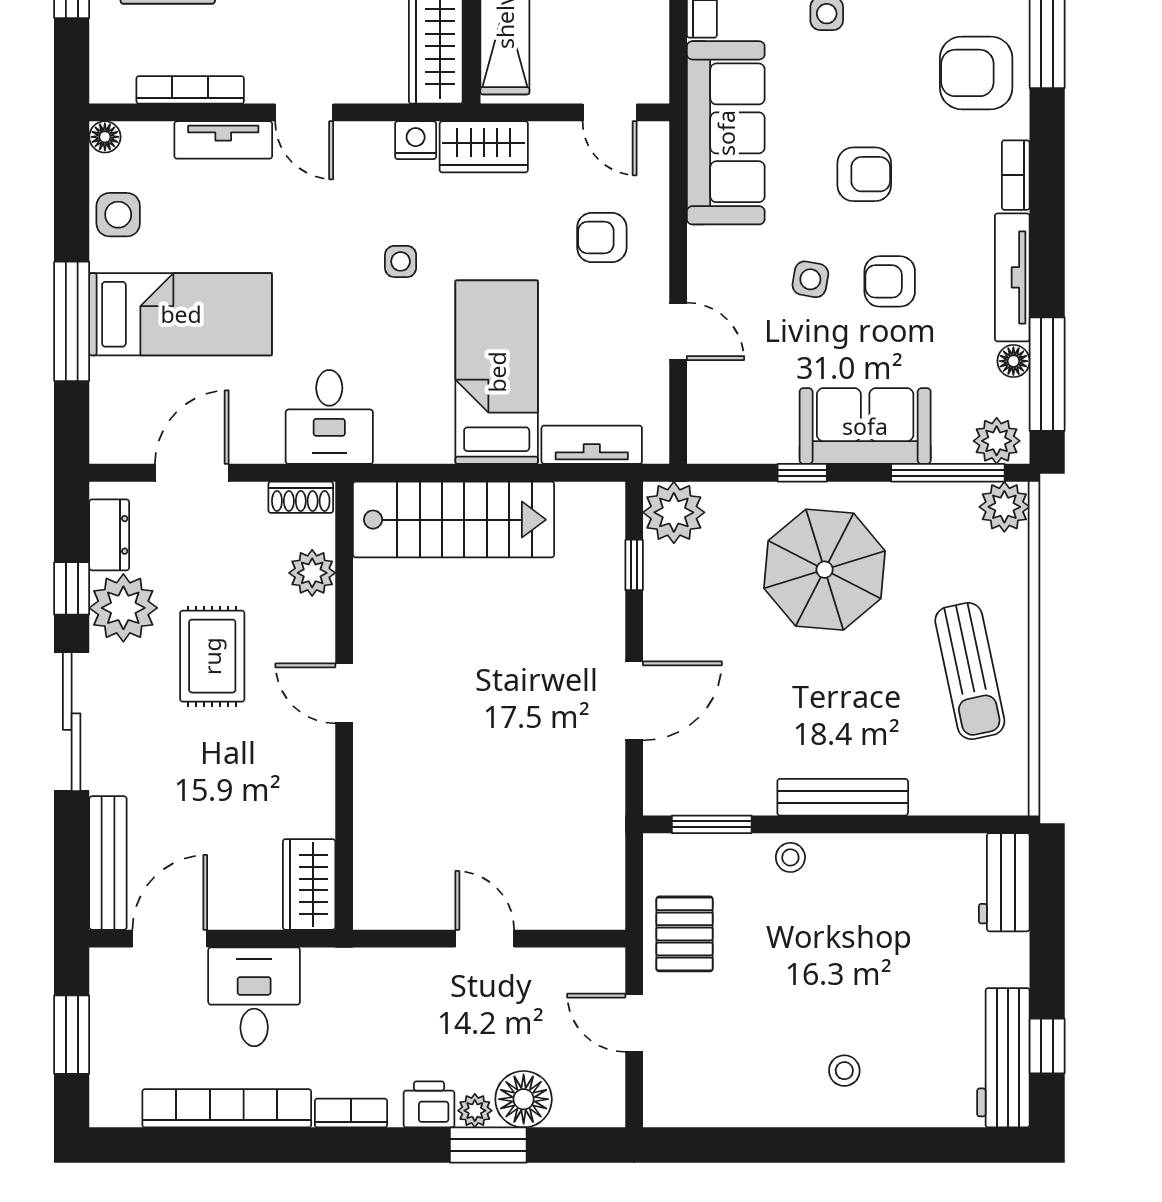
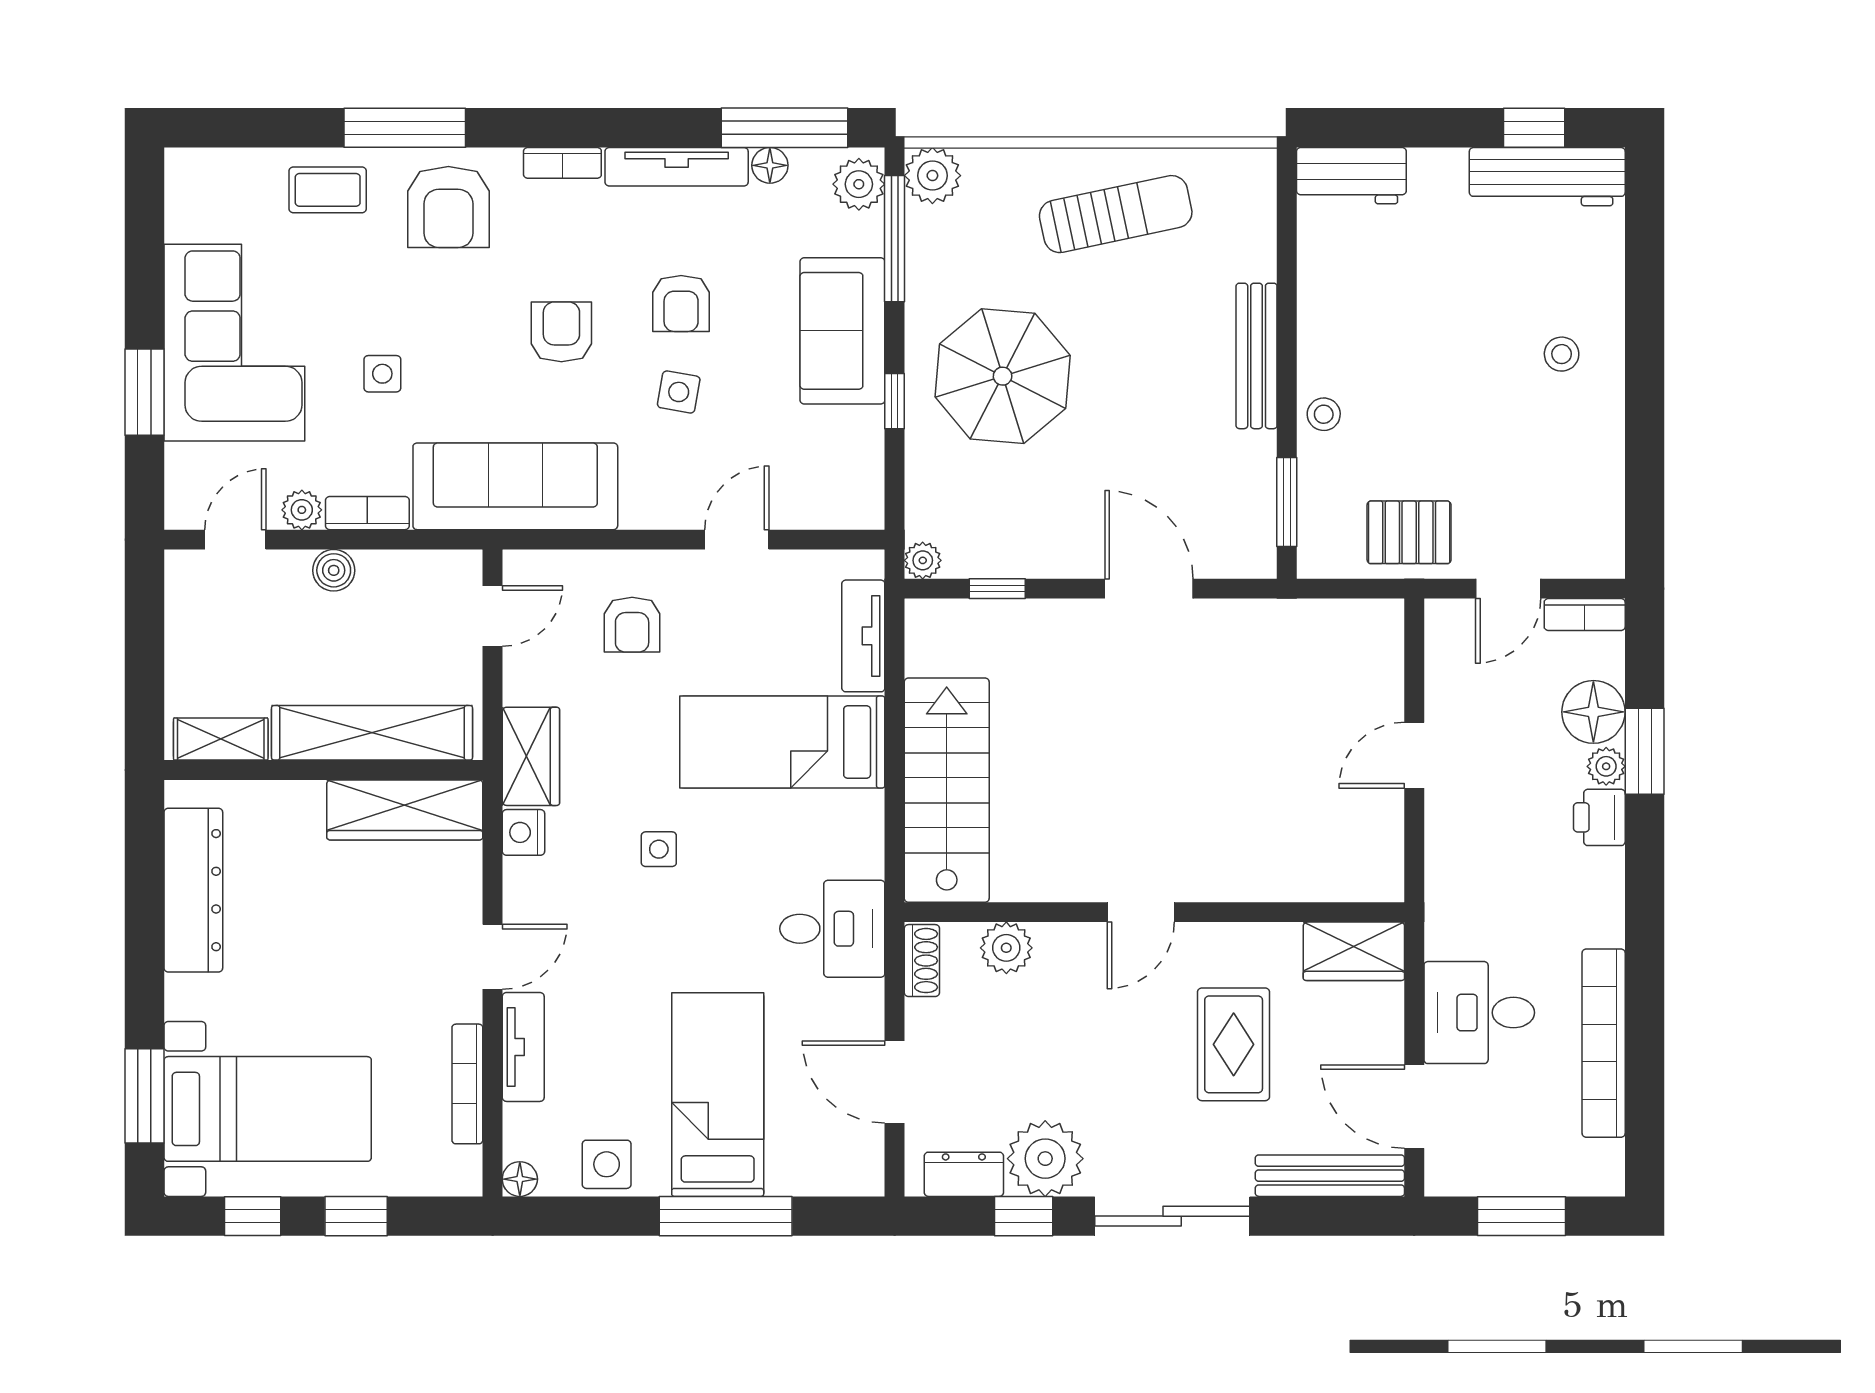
plant: (674, 512) -> (923, 560), width x0.53, depth x0.53
rug: (212, 656) -> (1234, 1044), moved, turned 90
bookcase: (351, 1113) -> (1585, 615), moved, turned -90

